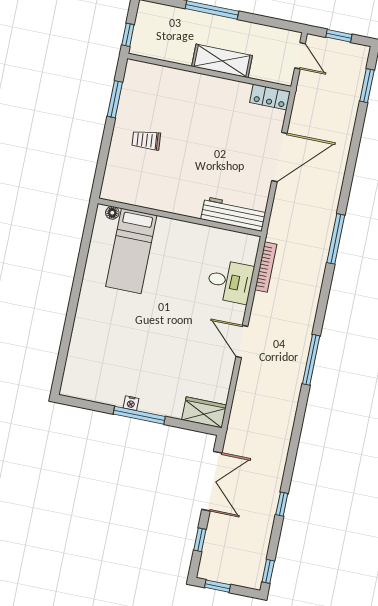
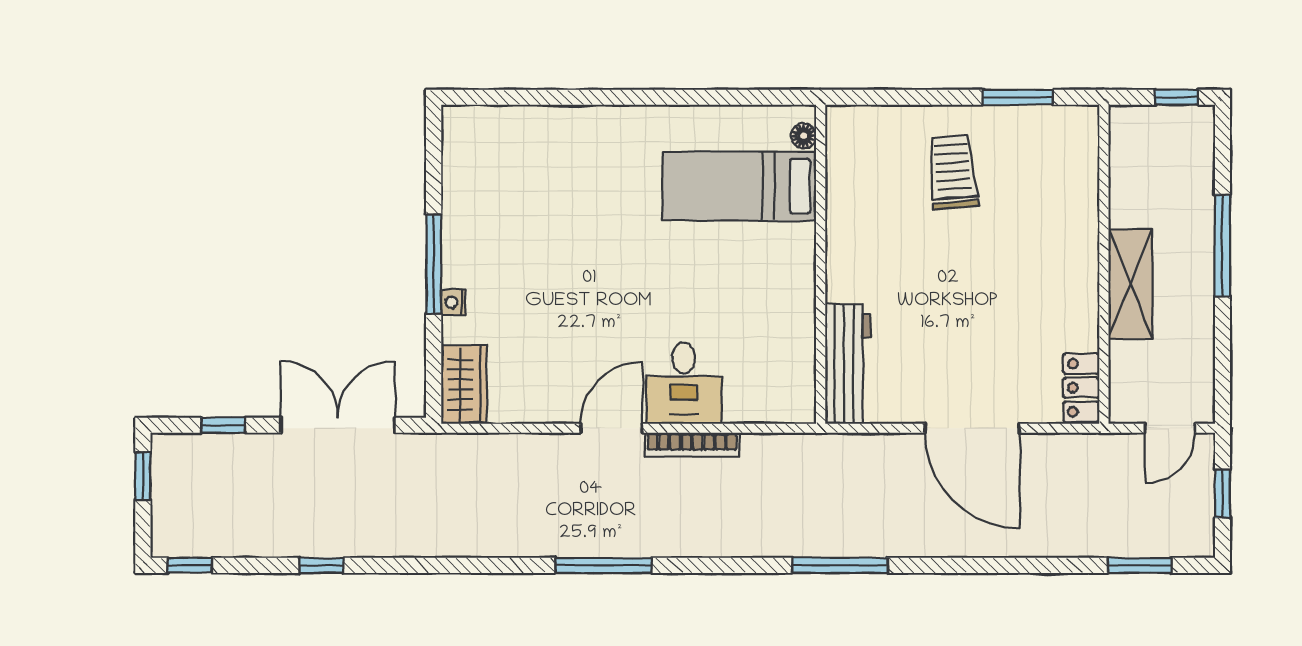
window: (128, 35) -> (1176, 97), moved
trolley: (146, 140) -> (953, 172), width x1.36, depth x1.39
bookcase: (266, 267) -> (692, 445), moved
desk: (230, 282) -> (684, 383), moved
nightstand: (131, 403) -> (453, 302), moved
double door: (212, 481) -> (338, 425), swing flipped

